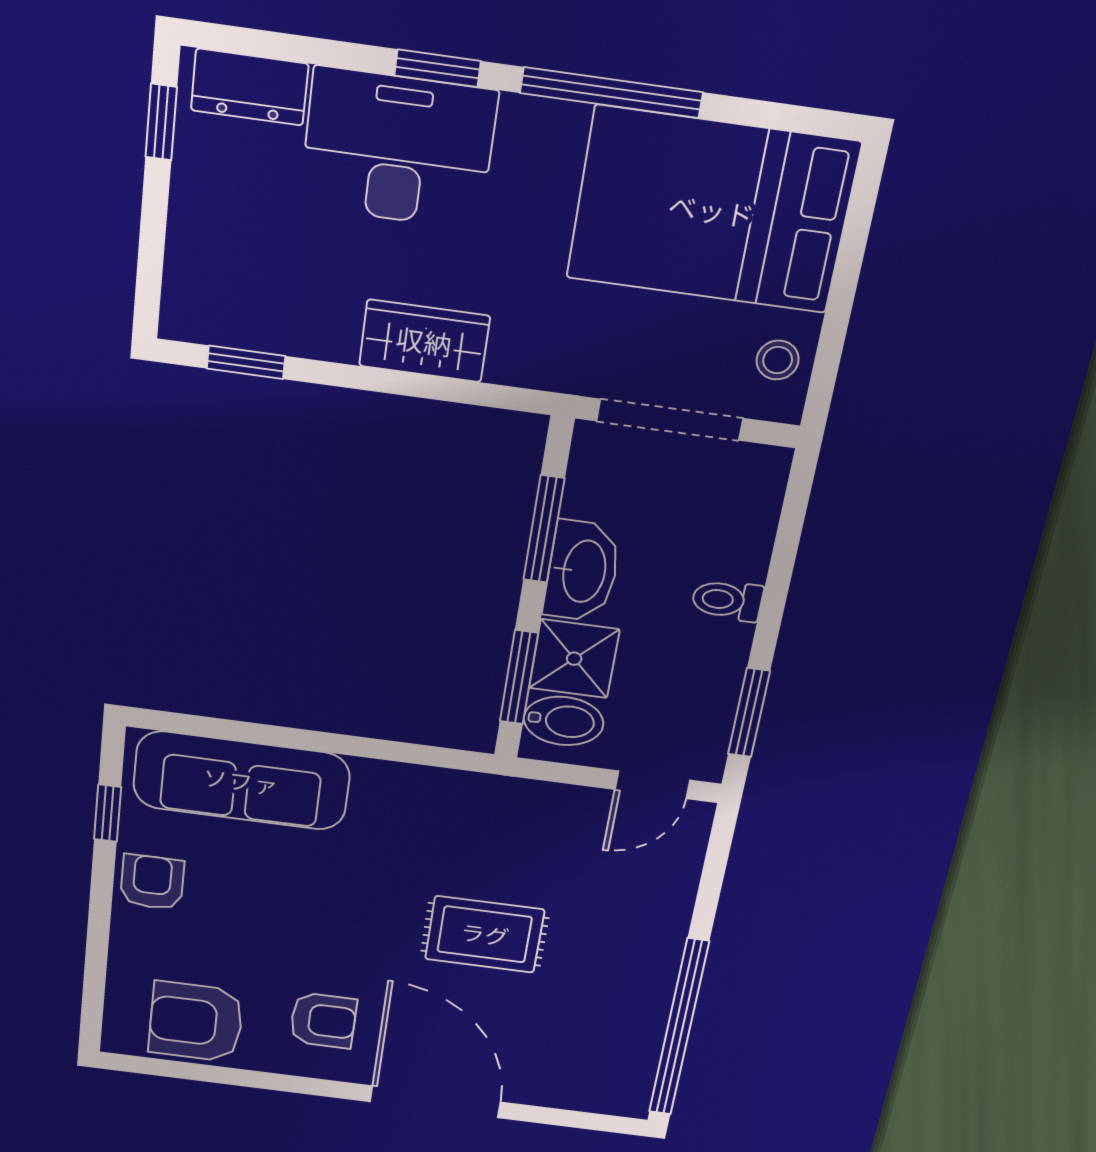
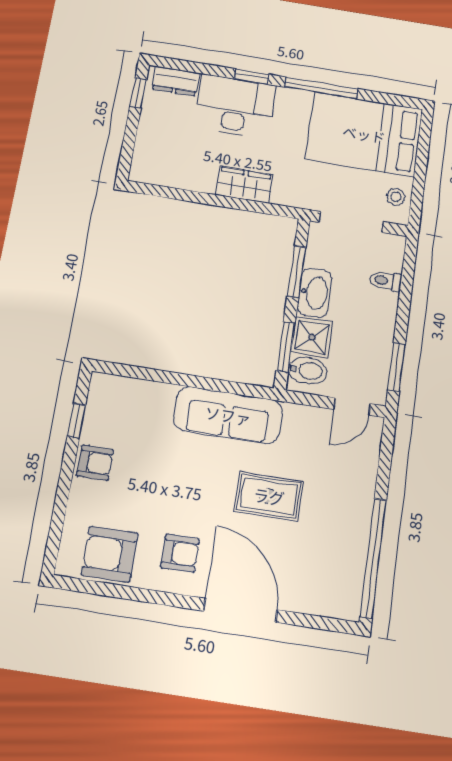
window: (246, 362) -> (166, 192), removed
toilet: (727, 600) -> (386, 281), moved
sofa: (241, 781) -> (228, 415), moved
armchair: (152, 882) -> (95, 463), turned 90

